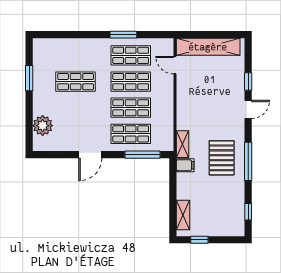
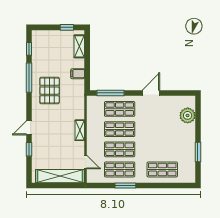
shop shelf: (76, 82) -> (162, 169), moved
shelving: (182, 144) -> (80, 130), moved
window: (248, 161) -> (29, 78), moved
filing cabinet: (185, 165) -> (78, 74), moved

